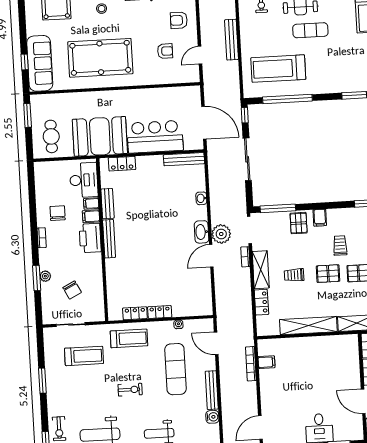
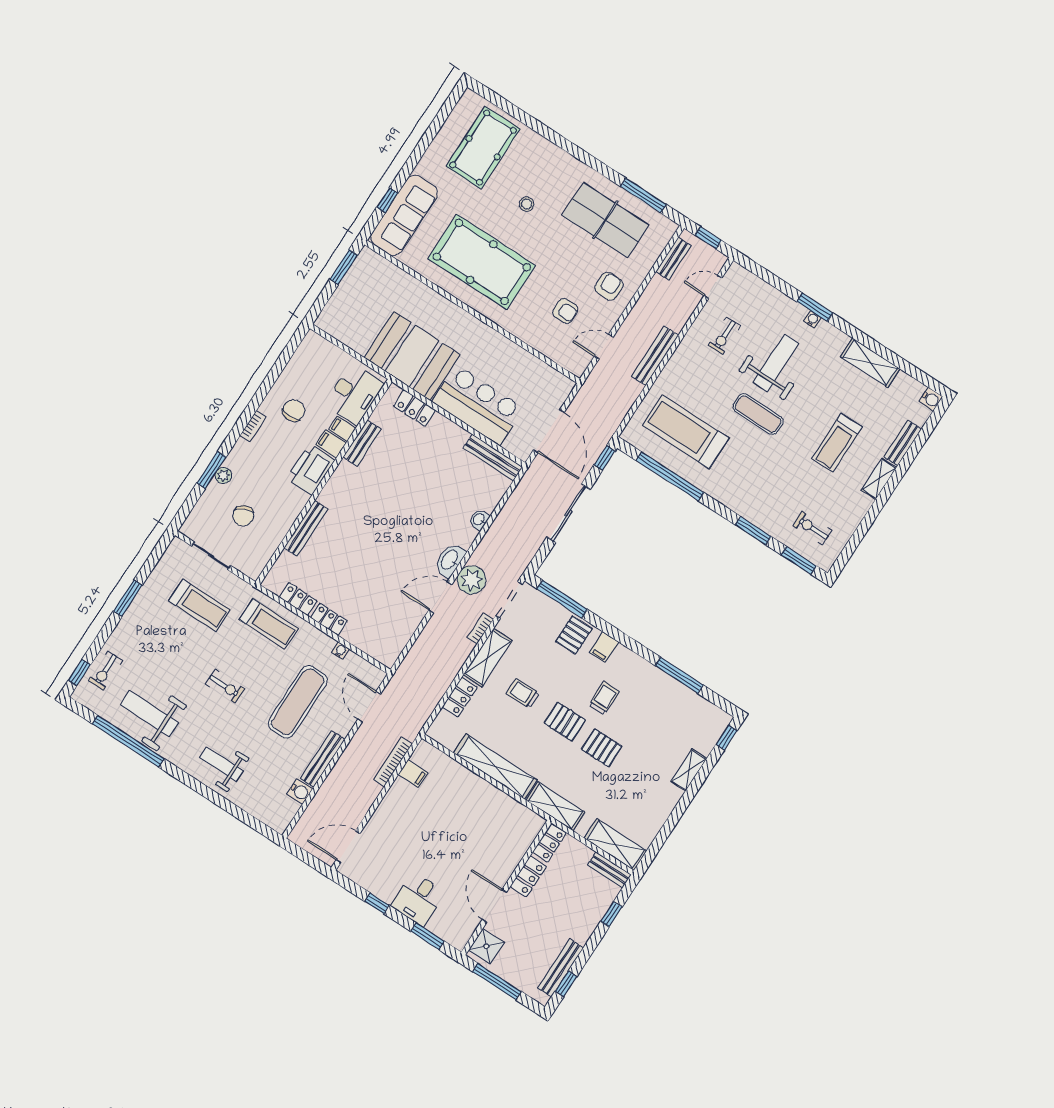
armchair: (179, 20) -> (609, 286), turned 90
cafe table: (51, 136) -> (354, 313), removed
bench: (109, 239) -> (306, 528), moved

